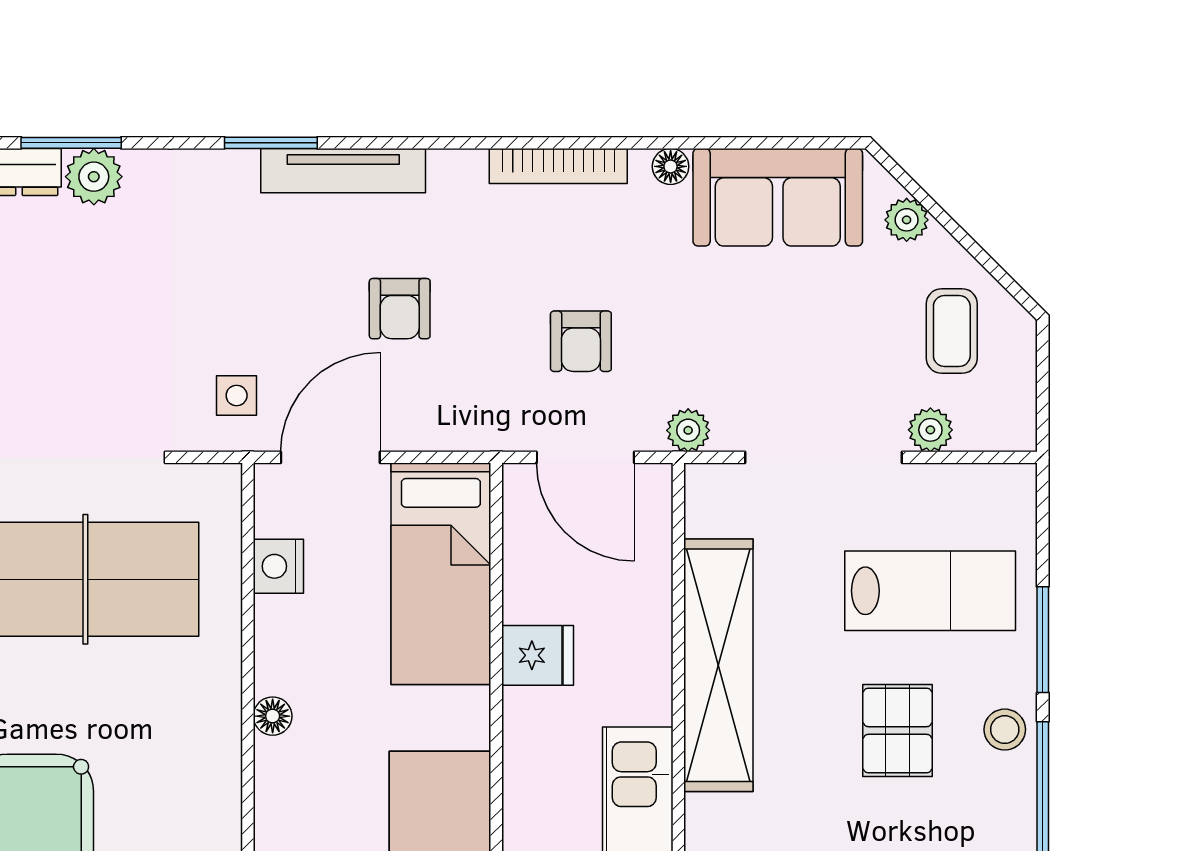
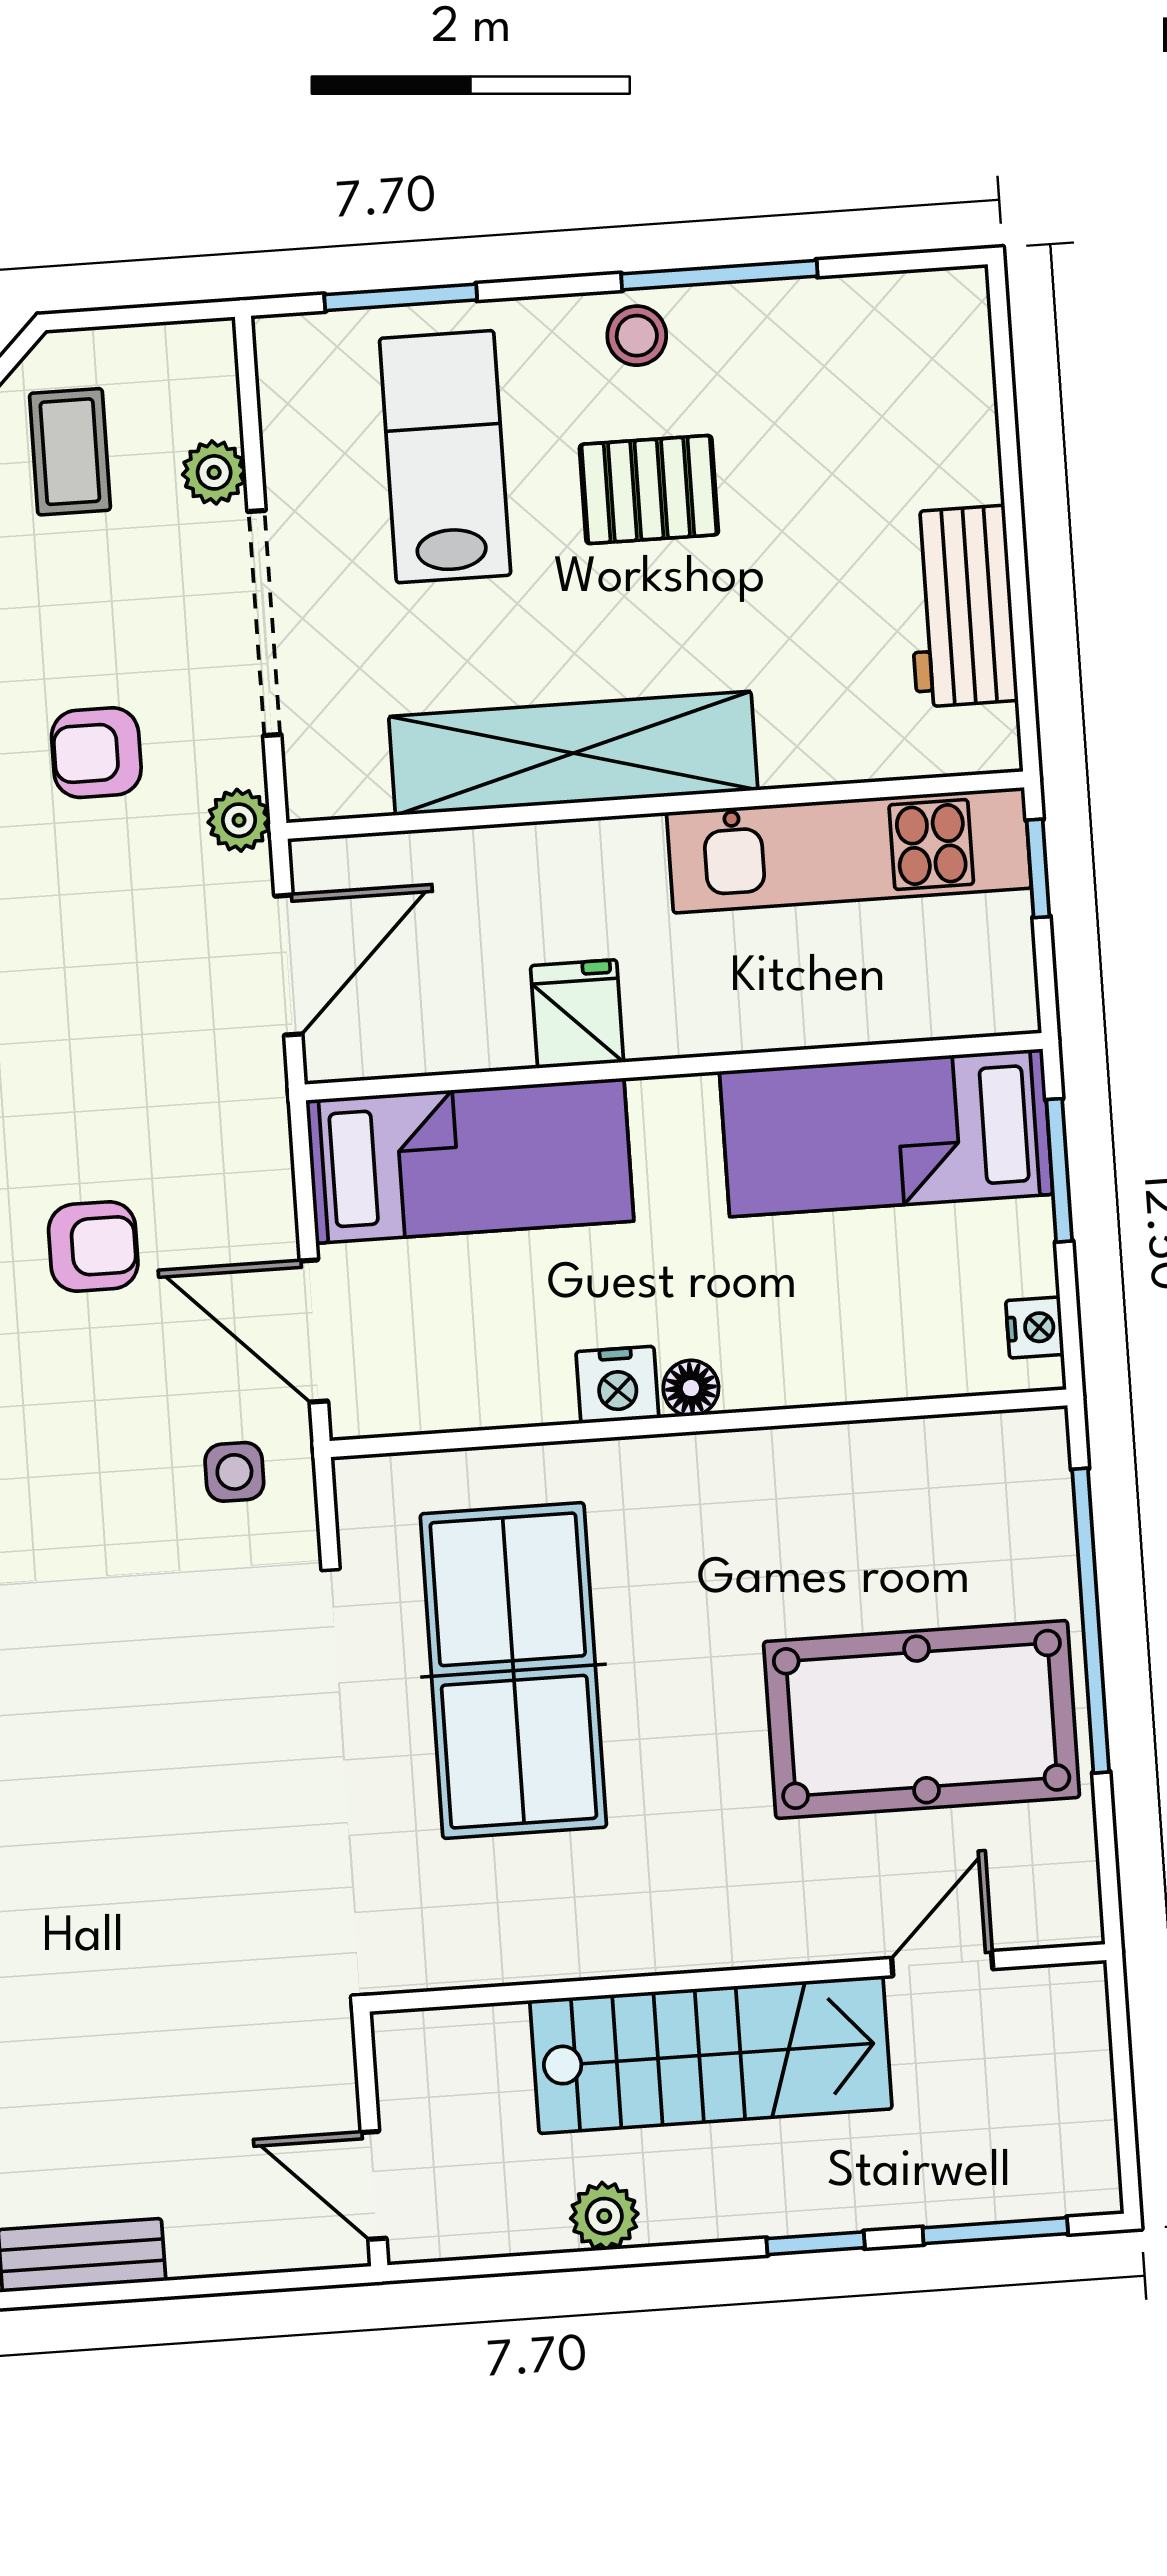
coffee table: (952, 331) -> (70, 452), turned 90
armchair: (581, 341) -> (96, 753), moved, turned 180
nightstand: (278, 566) -> (617, 1385), moved
window: (1043, 640) -> (401, 297), moved

